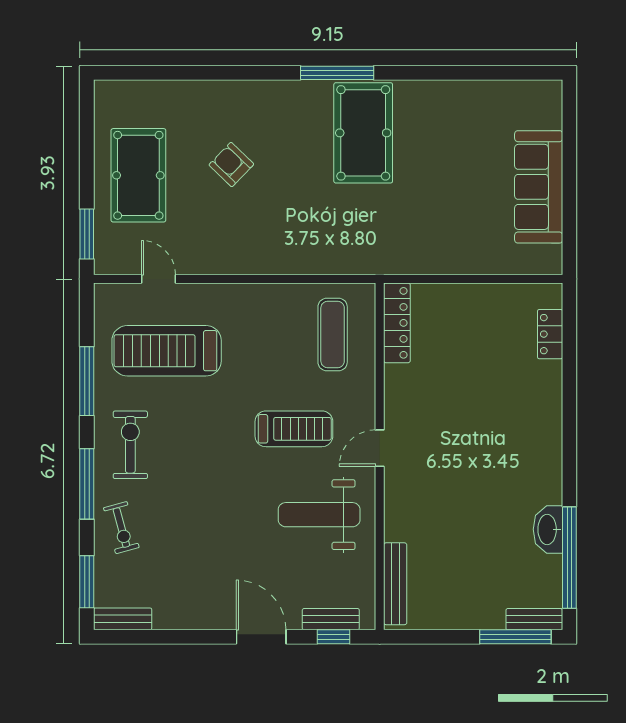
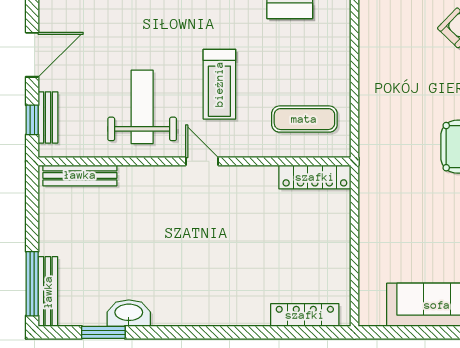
locker: (550, 334) -> (305, 315), width x1.53
window: (569, 558) -> (103, 332), width x0.47
bench: (534, 619) -> (48, 292), width x1.36

